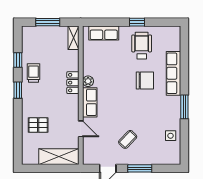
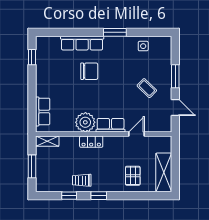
window: (137, 22) -> (32, 57), moved
wheelchair: (142, 46) -> (55, 74), removed
plant: (88, 81) -> (85, 122), width x1.87, depth x1.87
chair: (145, 81) -> (89, 71), turned 90
shelving: (59, 157) -> (164, 172), moved

